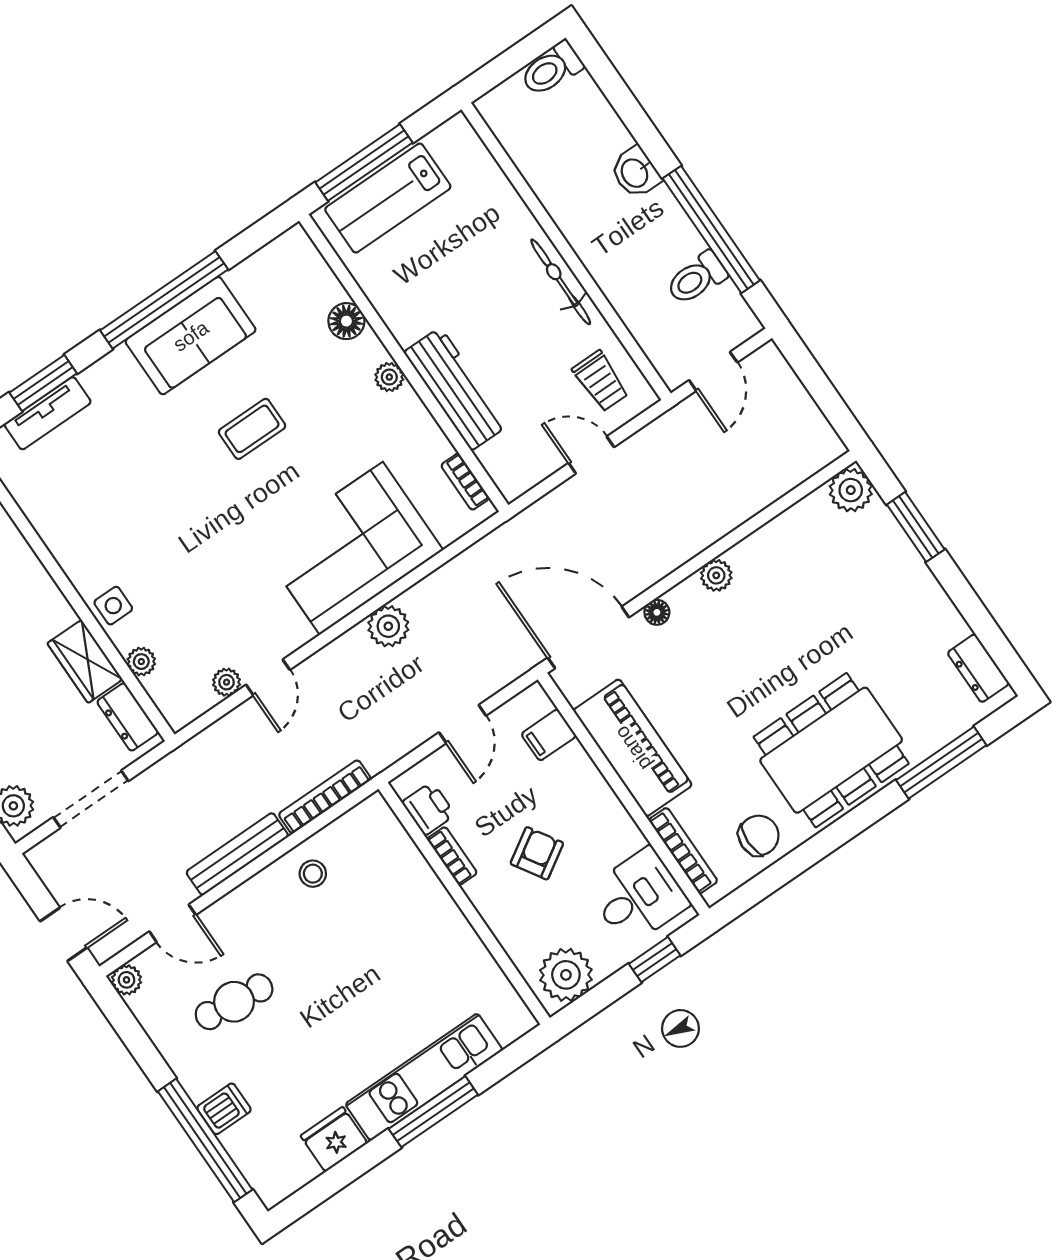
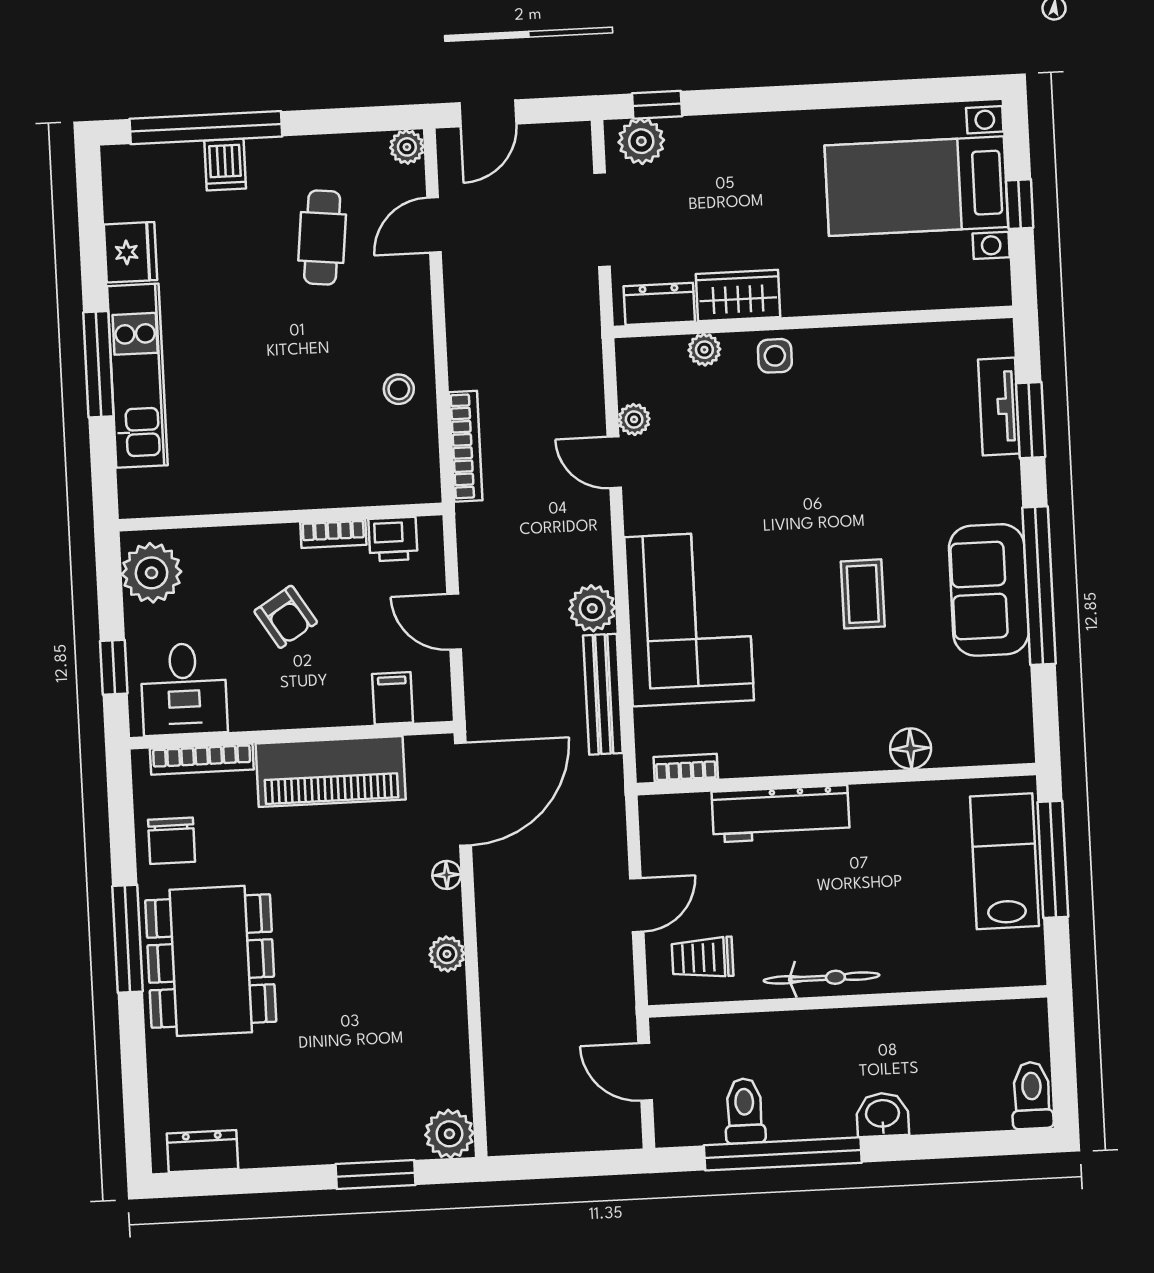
plant: (389, 377) -> (831, 757), removed
window: (941, 763) -> (128, 939), moved
bench: (237, 854) -> (603, 694), moved

